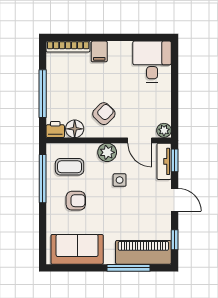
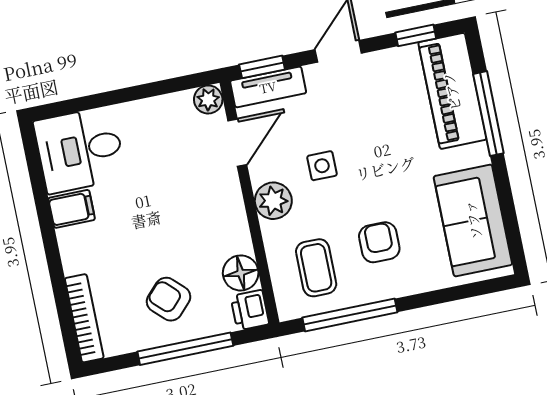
filing cabinet: (99, 51) -> (72, 209), moved
armchair: (104, 114) -> (169, 299), moved

